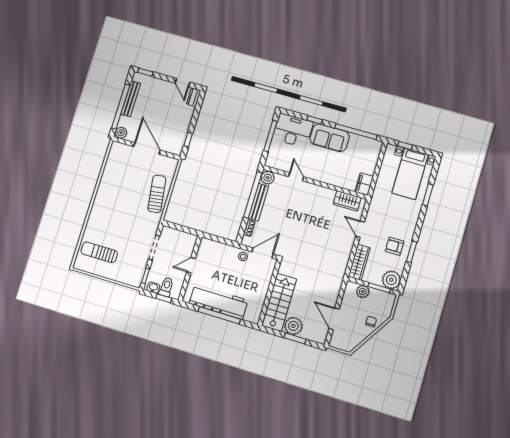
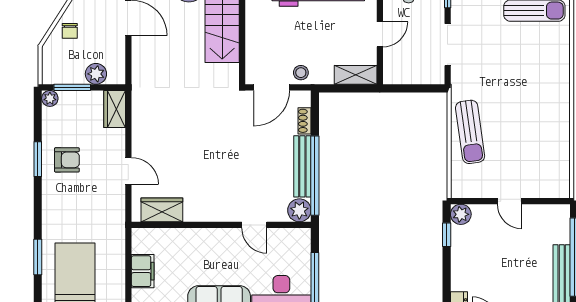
plant: (121, 133) -> (461, 214), moved
door: (147, 148) -> (510, 201), width x0.53
filing cabinet: (364, 184) -> (143, 271), moved
shelving: (212, 246) -> (356, 75), added
wardrobe: (359, 262) -> (115, 109), width x0.67
plant: (391, 280) -> (50, 98), width x0.53, depth x0.53

